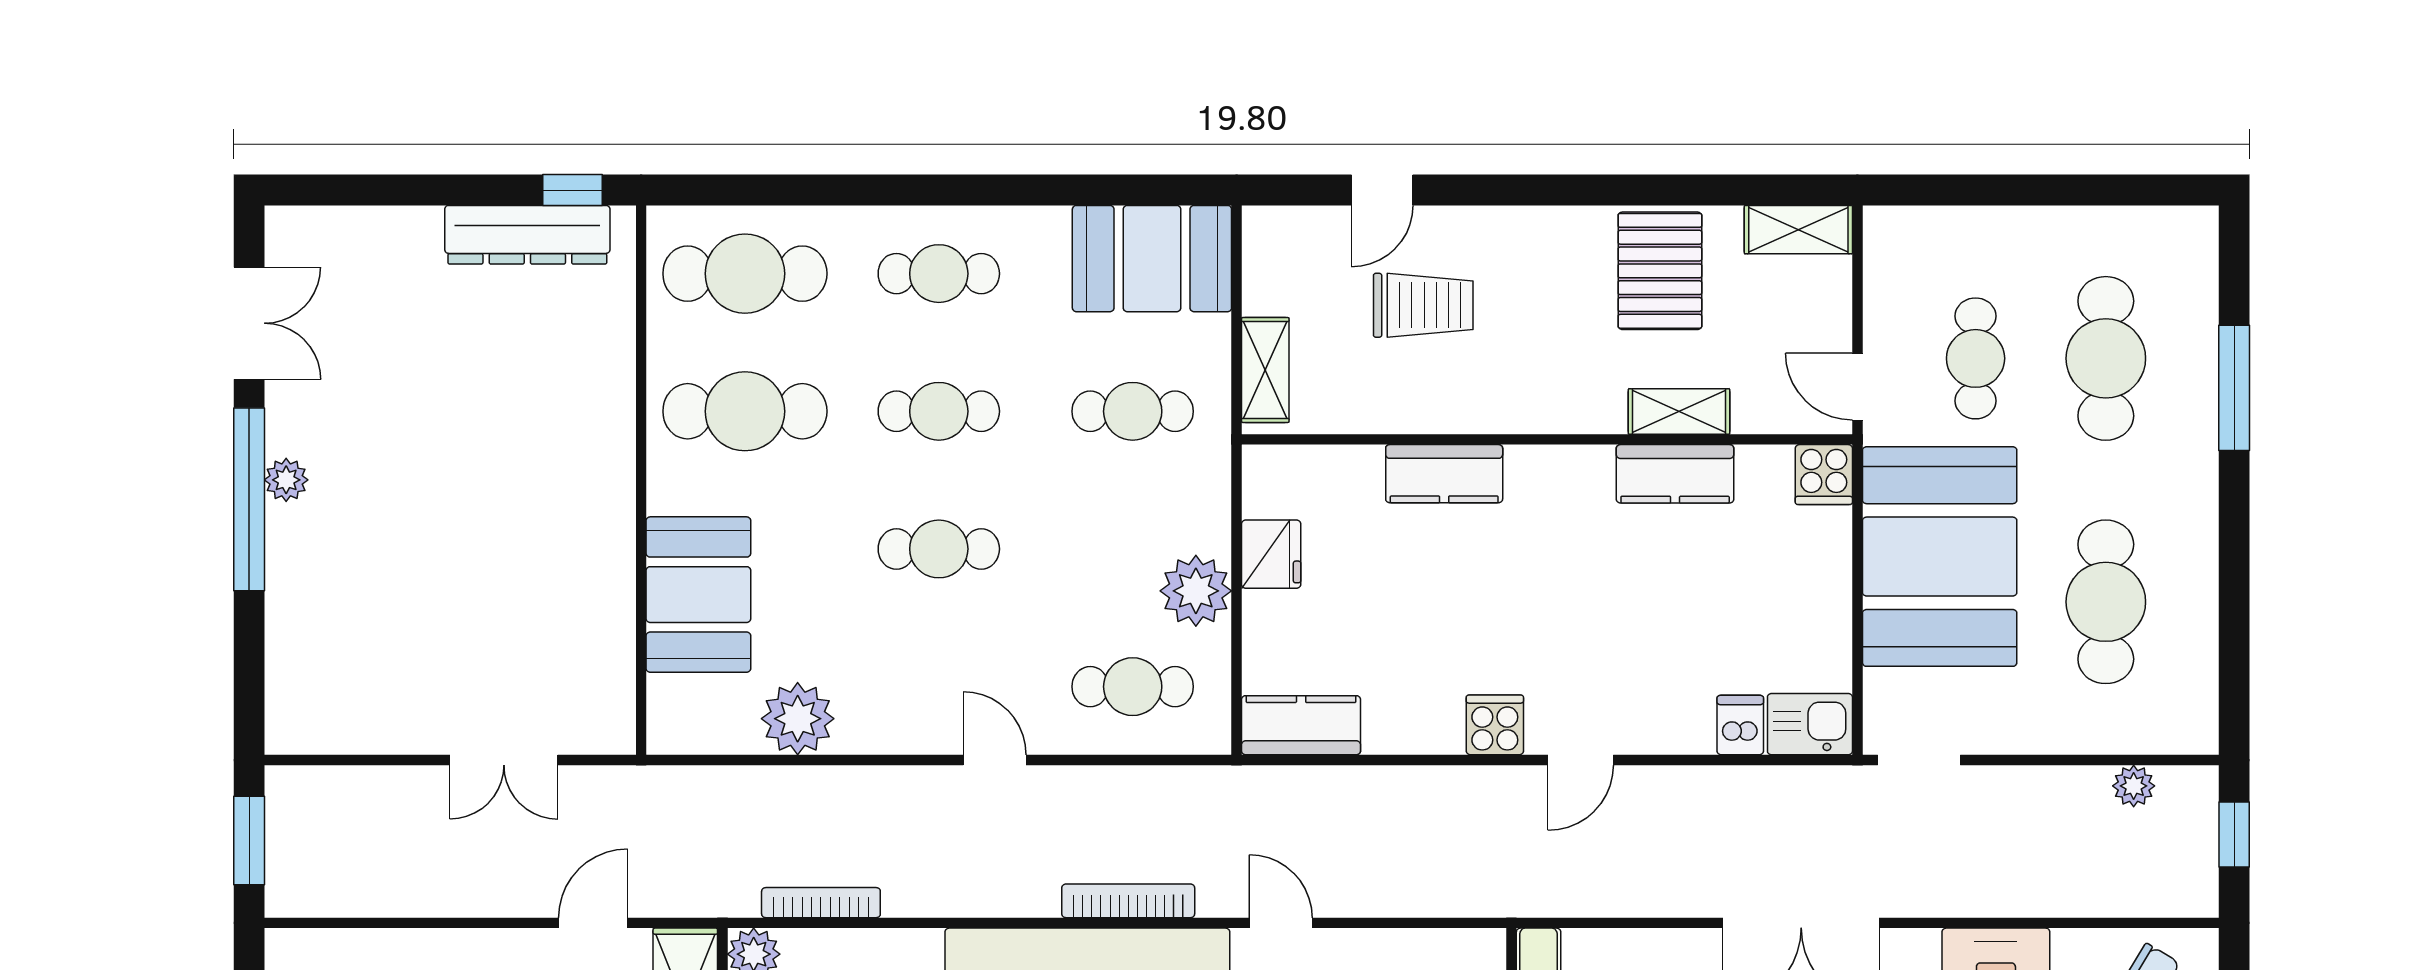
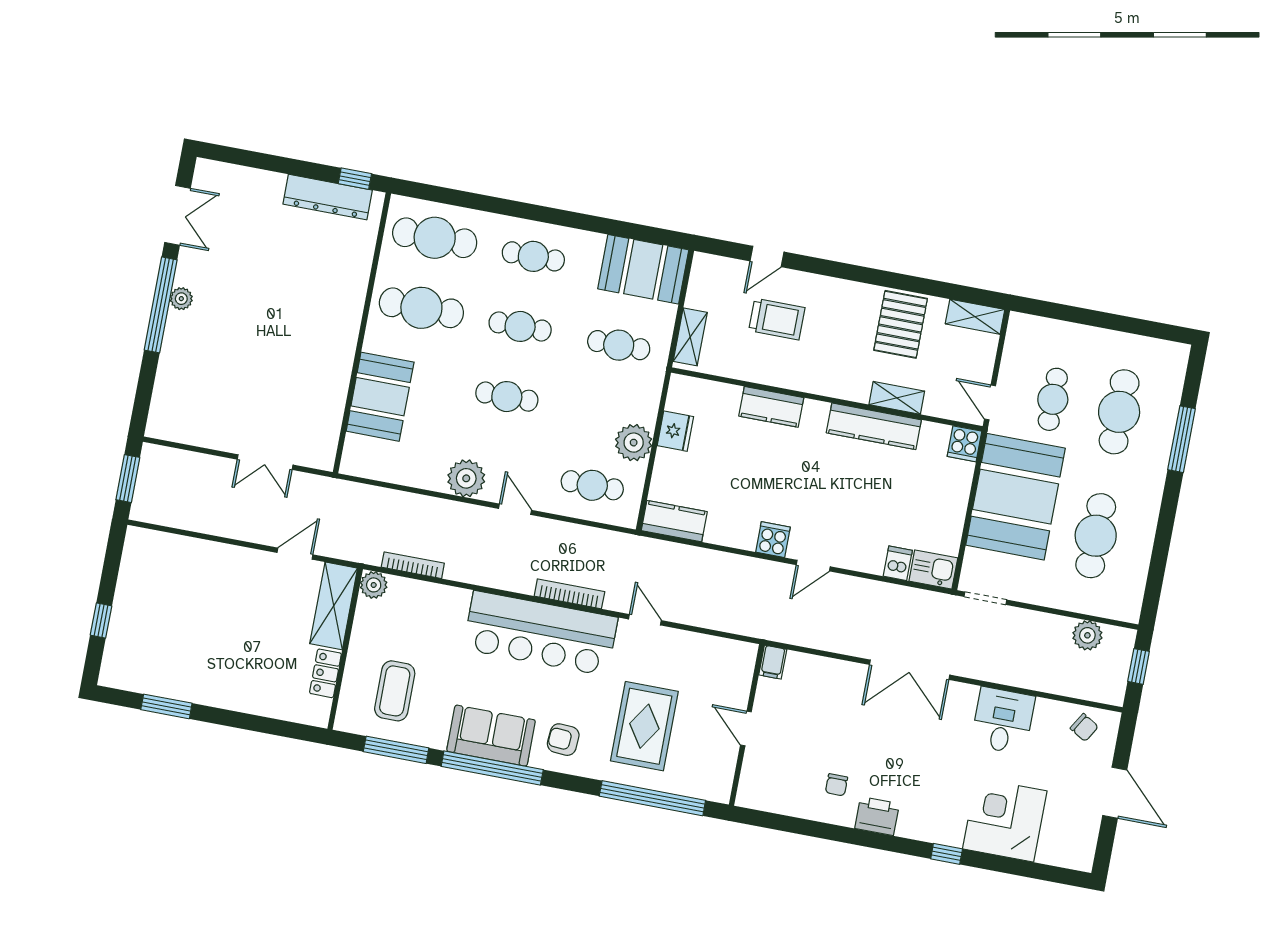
kitchen counter: (1675, 474) -> (874, 426), width x1.50
plant: (798, 719) -> (466, 478), moved
plant: (2134, 786) -> (1087, 635), width x1.38, depth x1.38

